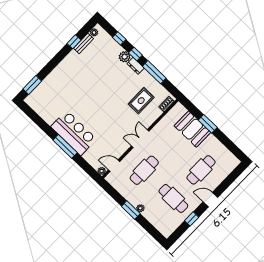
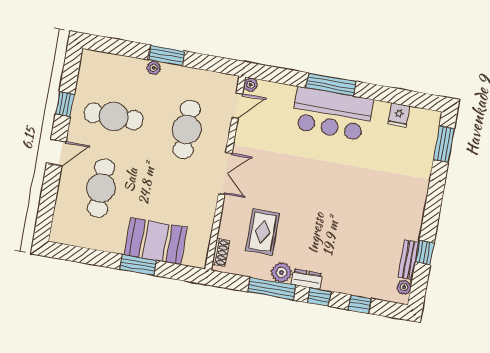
plant: (125, 57) -> (281, 272), moved
fridge: (44, 112) -> (399, 115), added

